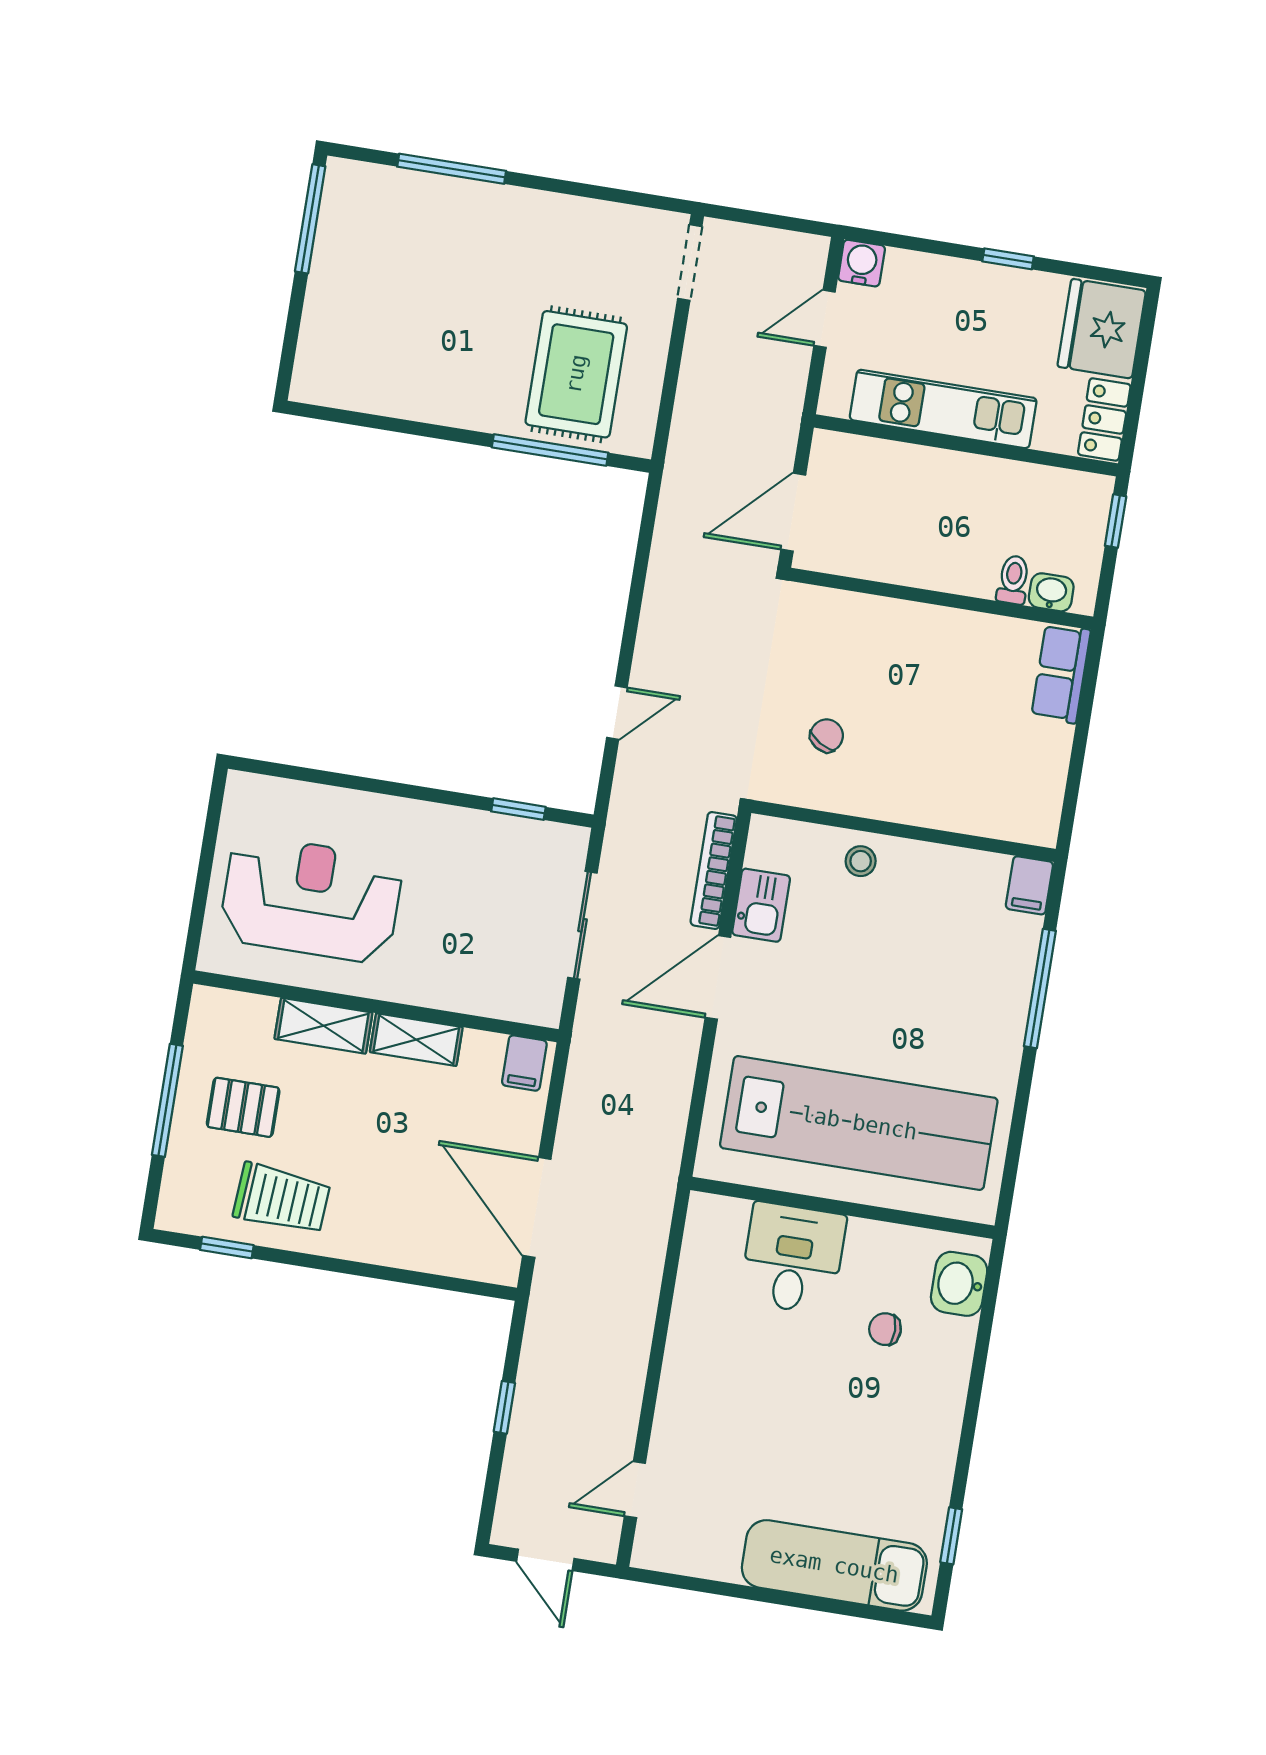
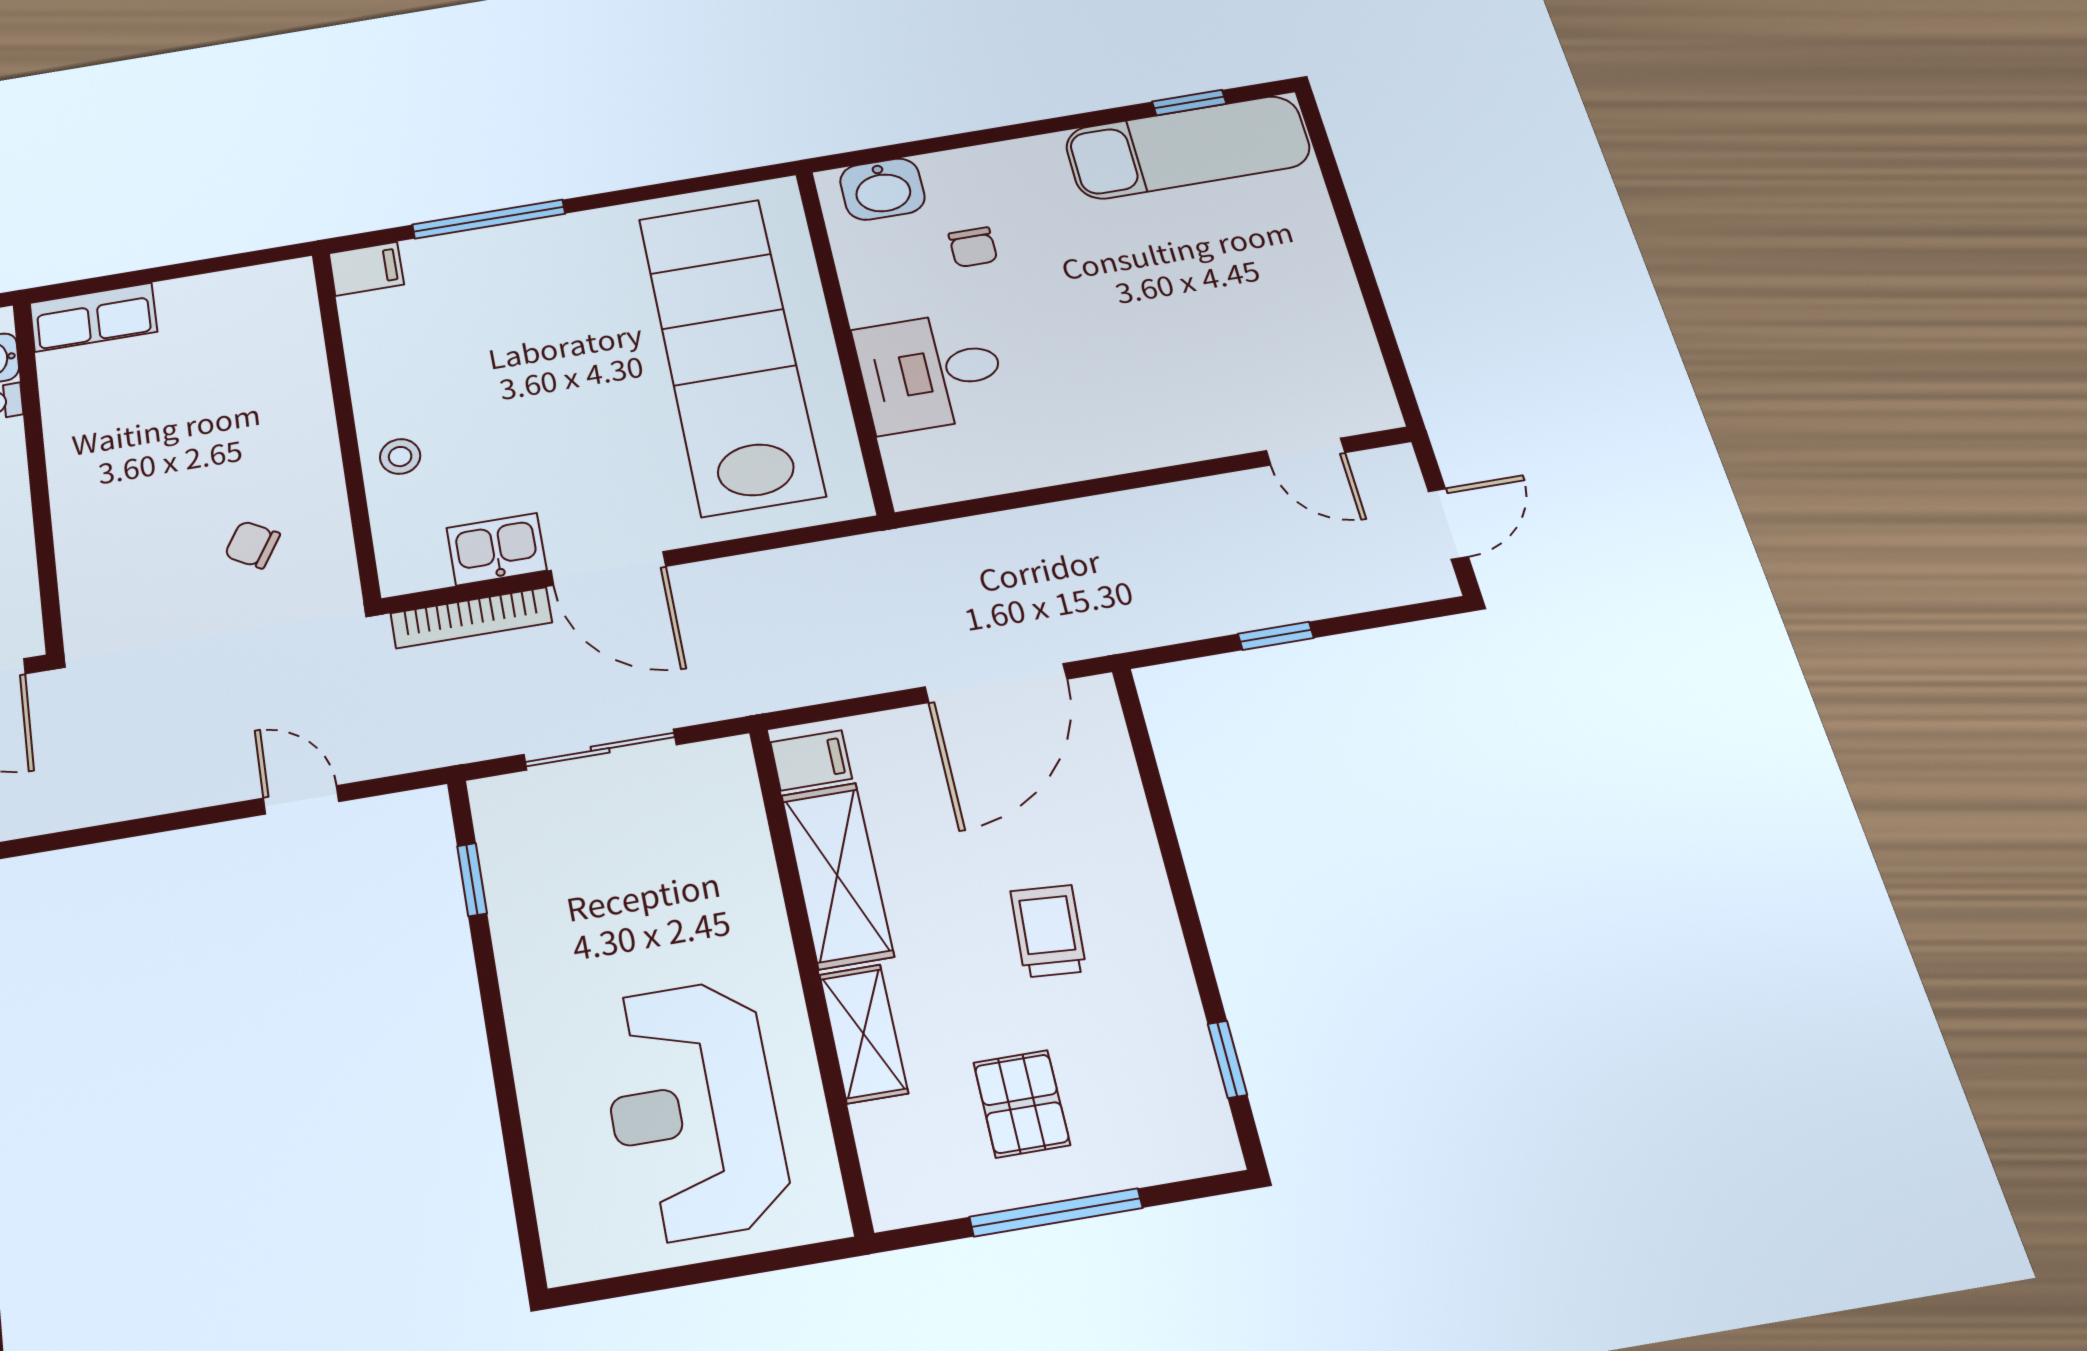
shelving: (416, 1040) -> (837, 875), width x1.50, depth x1.33
trolley: (282, 1199) -> (1048, 931), moved, width x0.73, depth x0.72
exam couch: (834, 1565) -> (1188, 147), moved, turned -90

